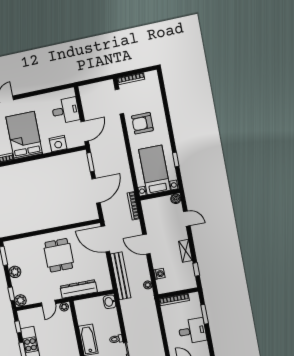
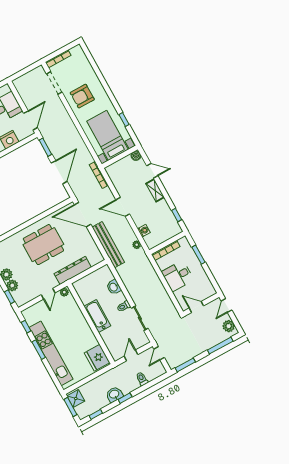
shelving: (185, 251) -> (155, 190), moved
dining table: (59, 255) -> (43, 245), width x1.38
plant: (20, 300) -> (12, 285), moved
washbasin: (110, 302) -> (114, 287), moved
desk: (192, 331) -> (178, 276), moved, turned 180

